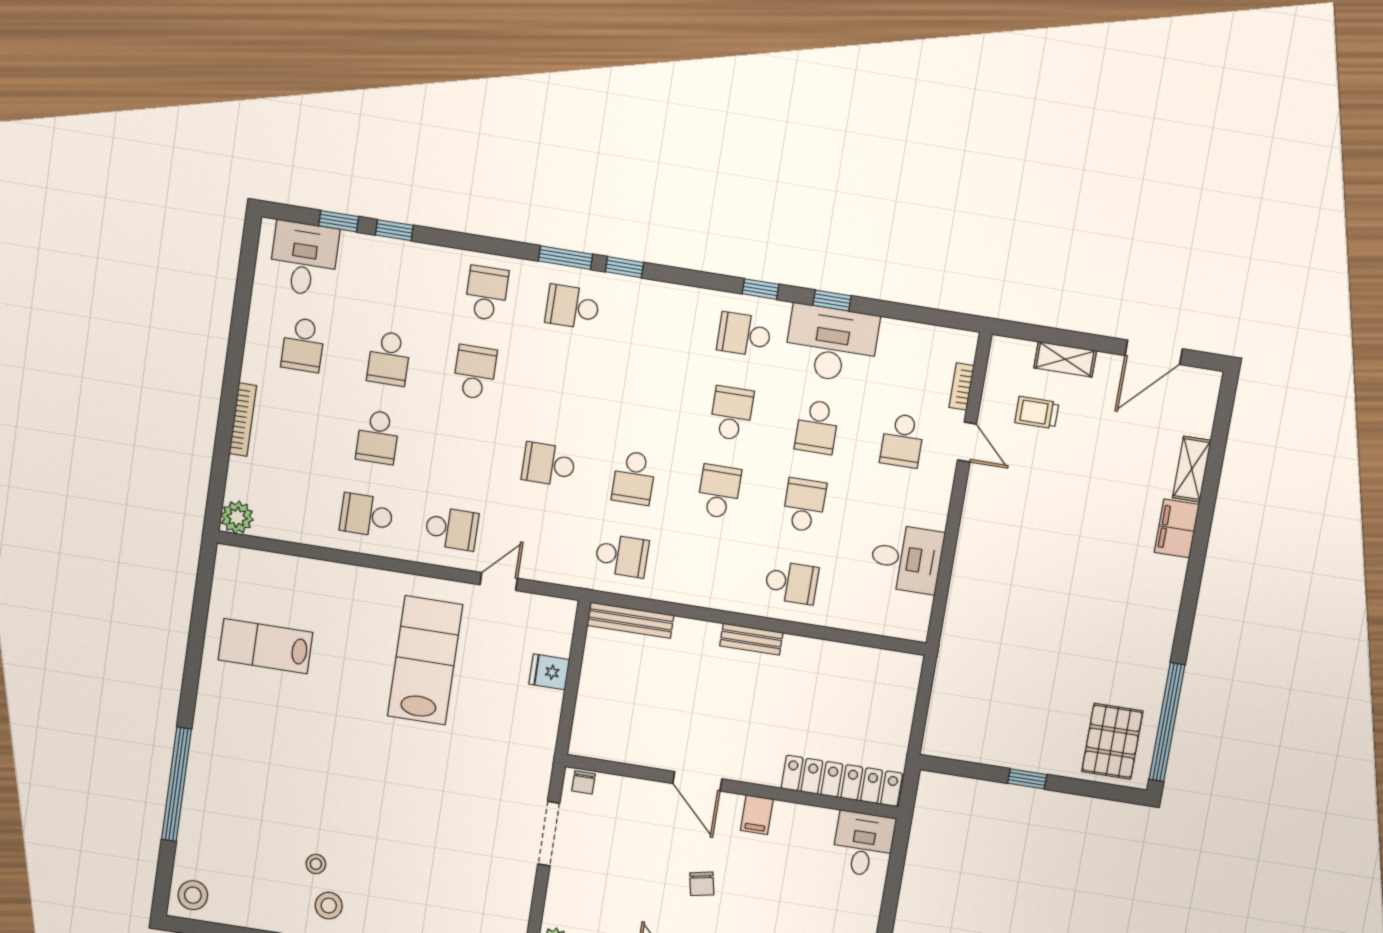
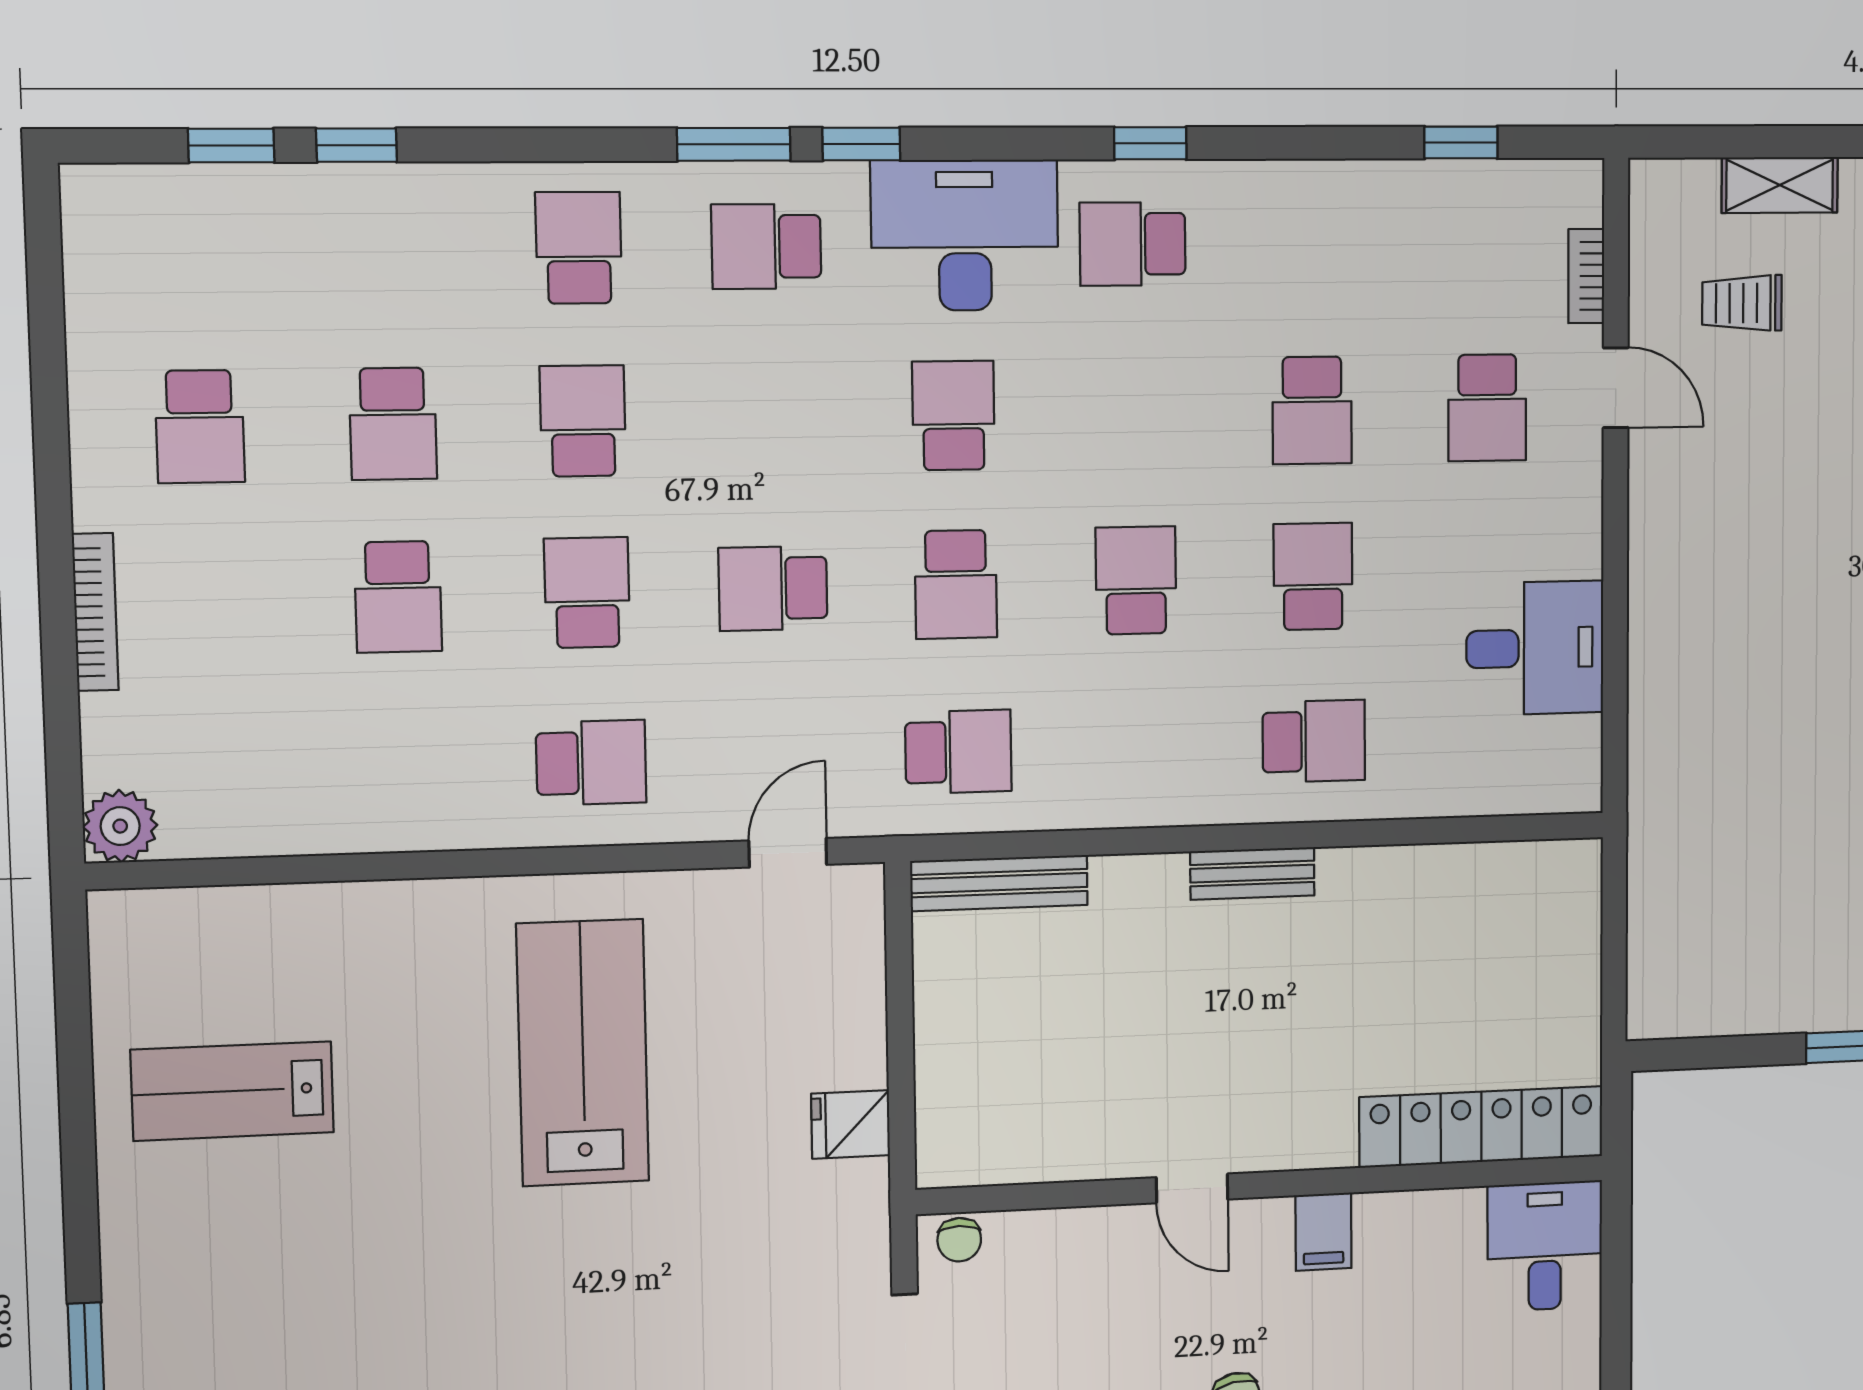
desk: (304, 259) -> (169, 239), removed
window: (832, 301) -> (1461, 142), moved
desk: (832, 344) -> (965, 235), moved
school desk: (732, 413) -> (953, 416), moved
school desk: (367, 515) -> (587, 593), moved, turned 90
door: (499, 581) -> (788, 853), moved
fridge: (549, 672) -> (851, 1125), moved
door: (697, 781) -> (1192, 1188), width x0.73

